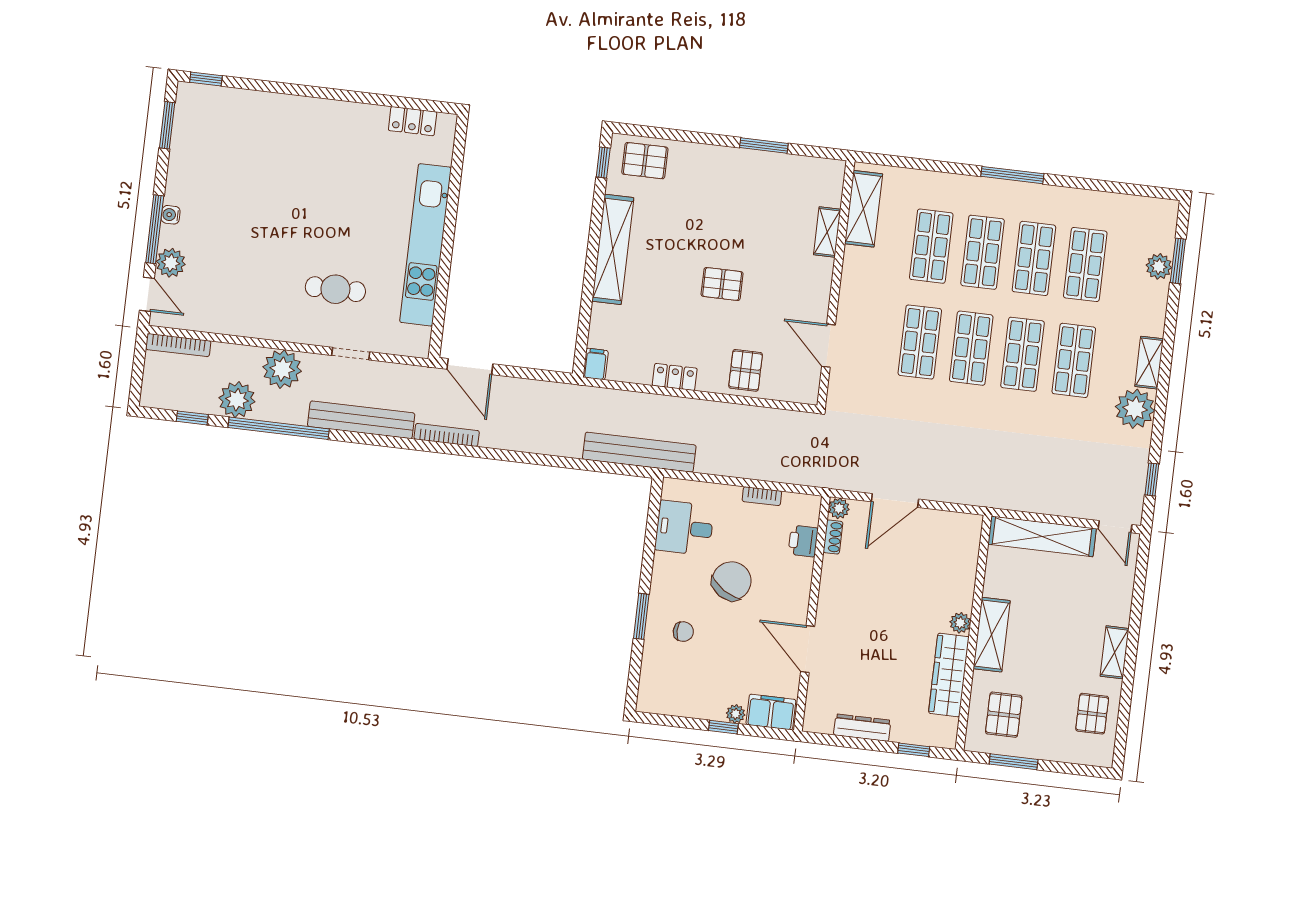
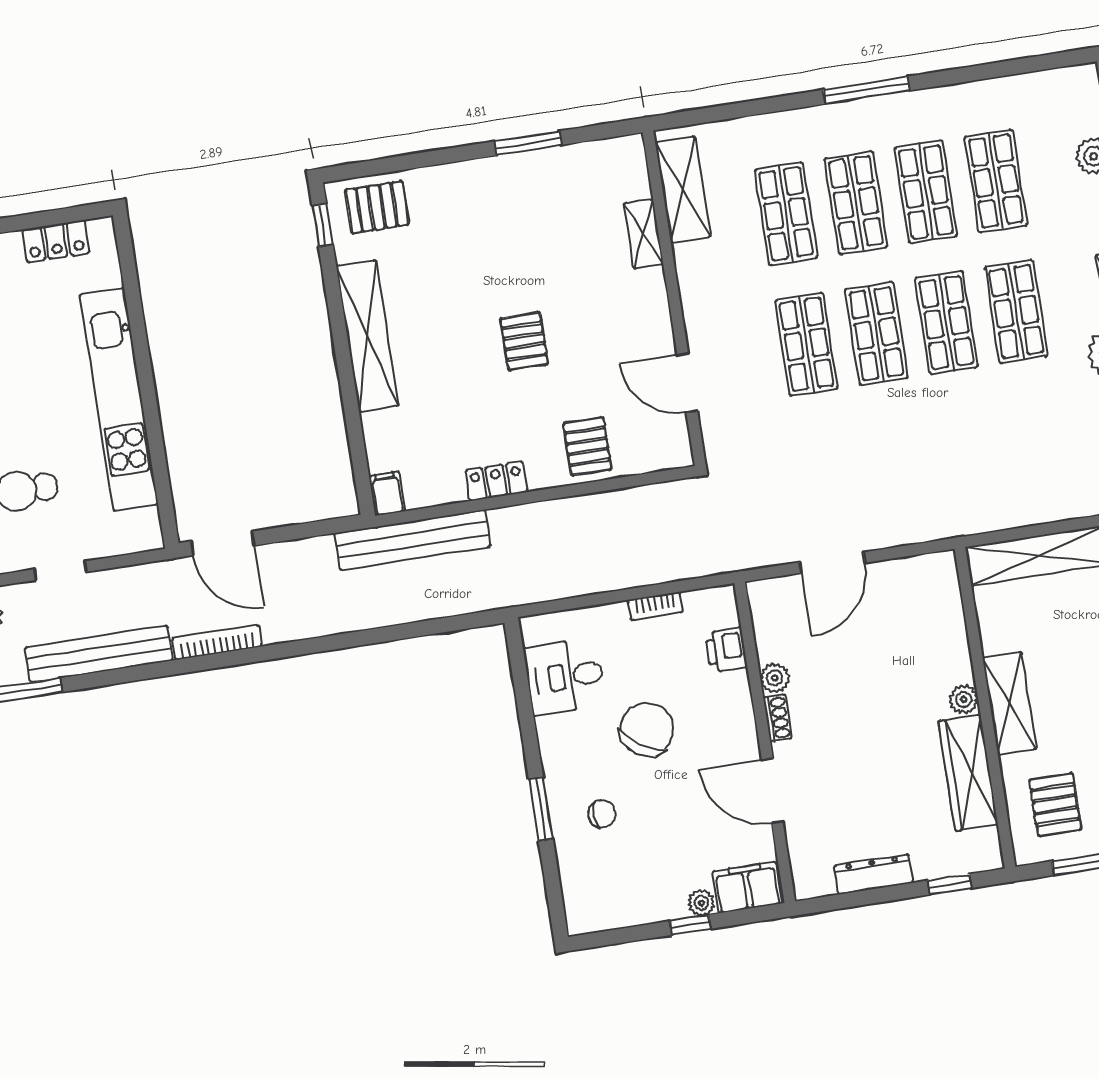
pallet: (722, 284) -> (524, 341), turned 90
bench: (639, 452) -> (412, 540), moved
plant: (839, 508) -> (775, 678), moved
shoe rack: (833, 537) -> (777, 718), moved

